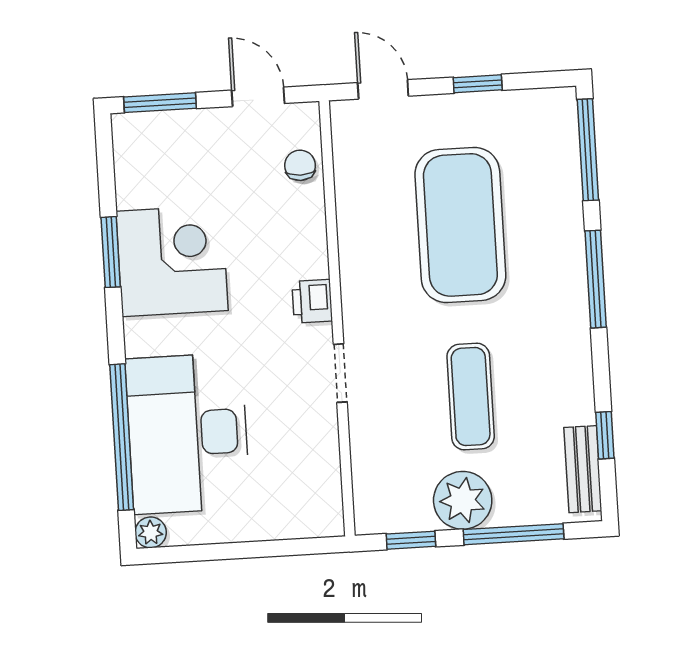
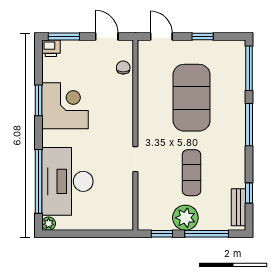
printer: (312, 301) -> (51, 48), moved, turned -90

